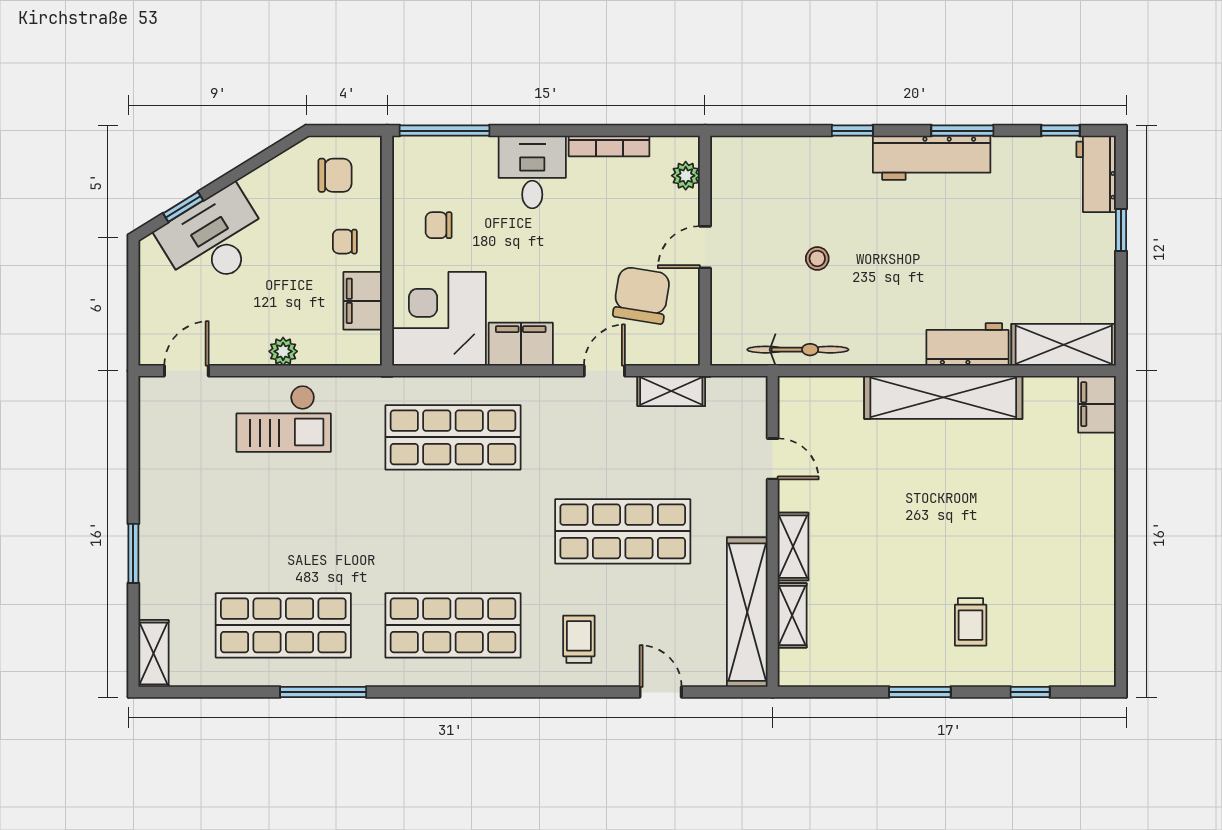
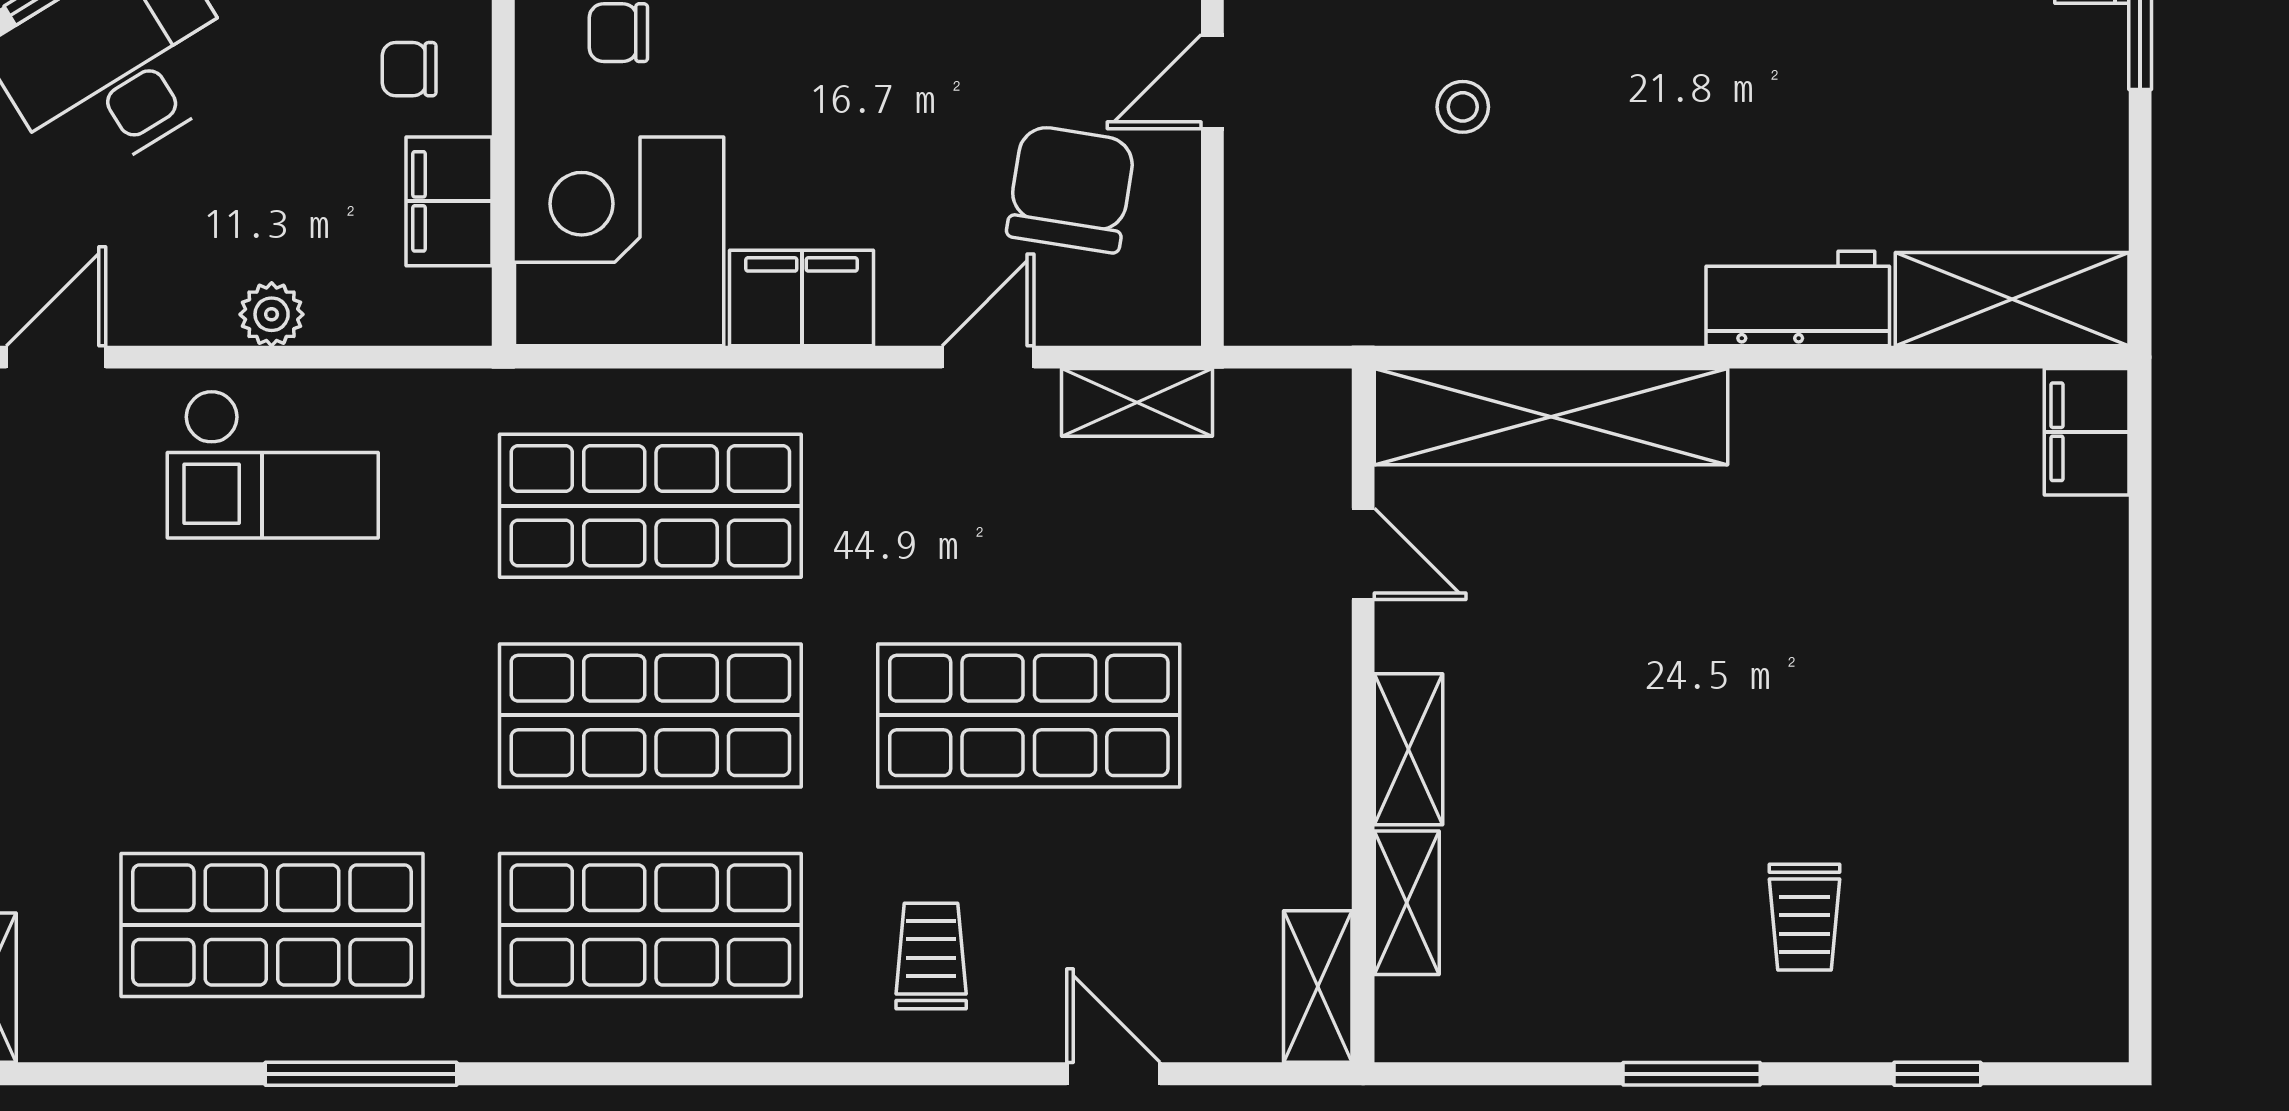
bicycle: (798, 350) -> (1420, 310), removed
shelving: (943, 397) -> (1551, 417), moved
shop shelf: (453, 531) -> (650, 715), added
shelving: (747, 612) -> (1318, 987), width x0.45, depth x0.75

